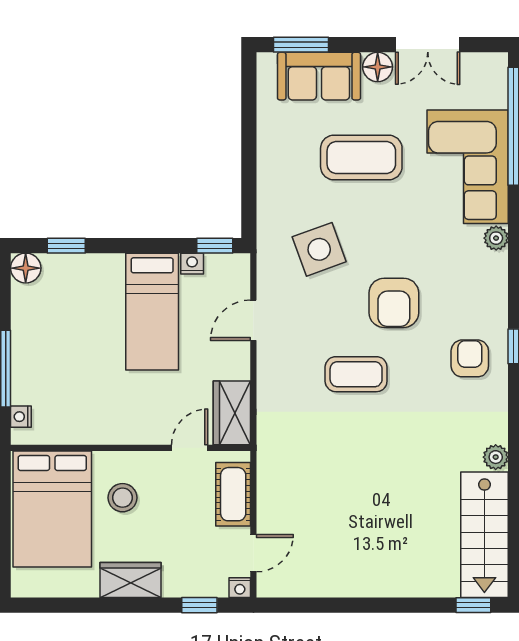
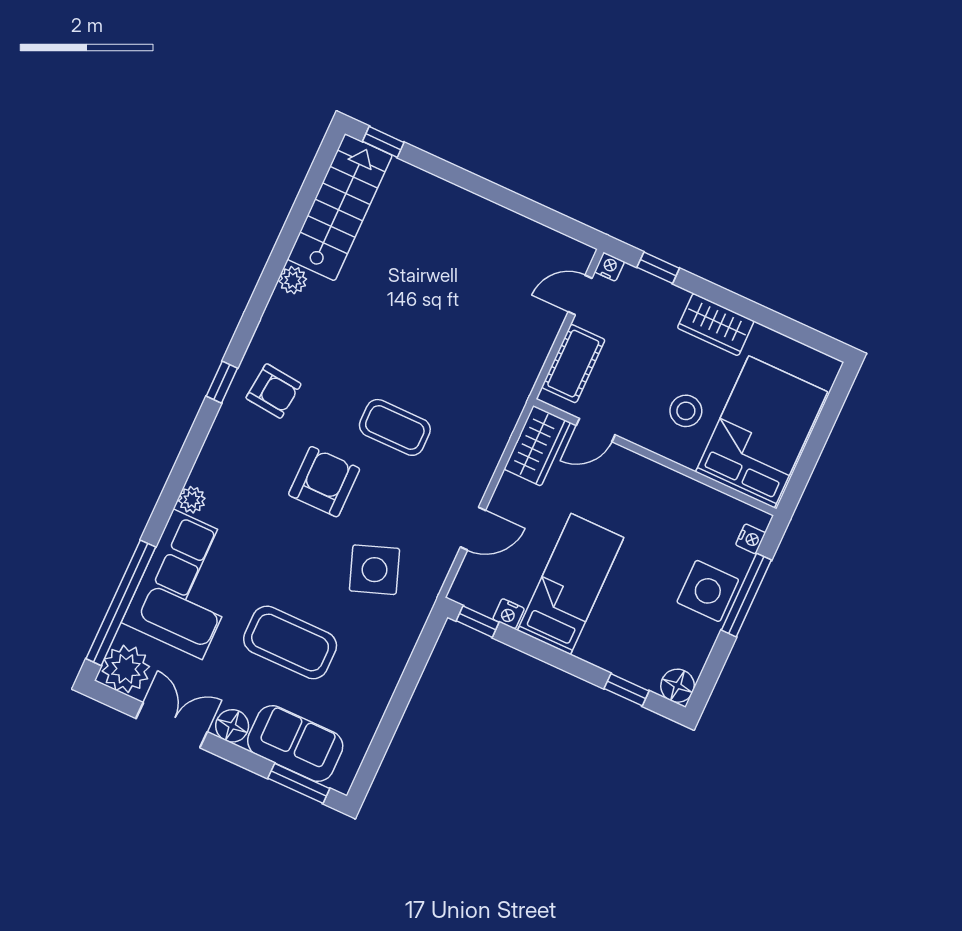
plant: (487, 74) -> (126, 669), added
side table: (37, 358) -> (708, 591), added
armchair: (470, 358) -> (273, 391), turned -84

